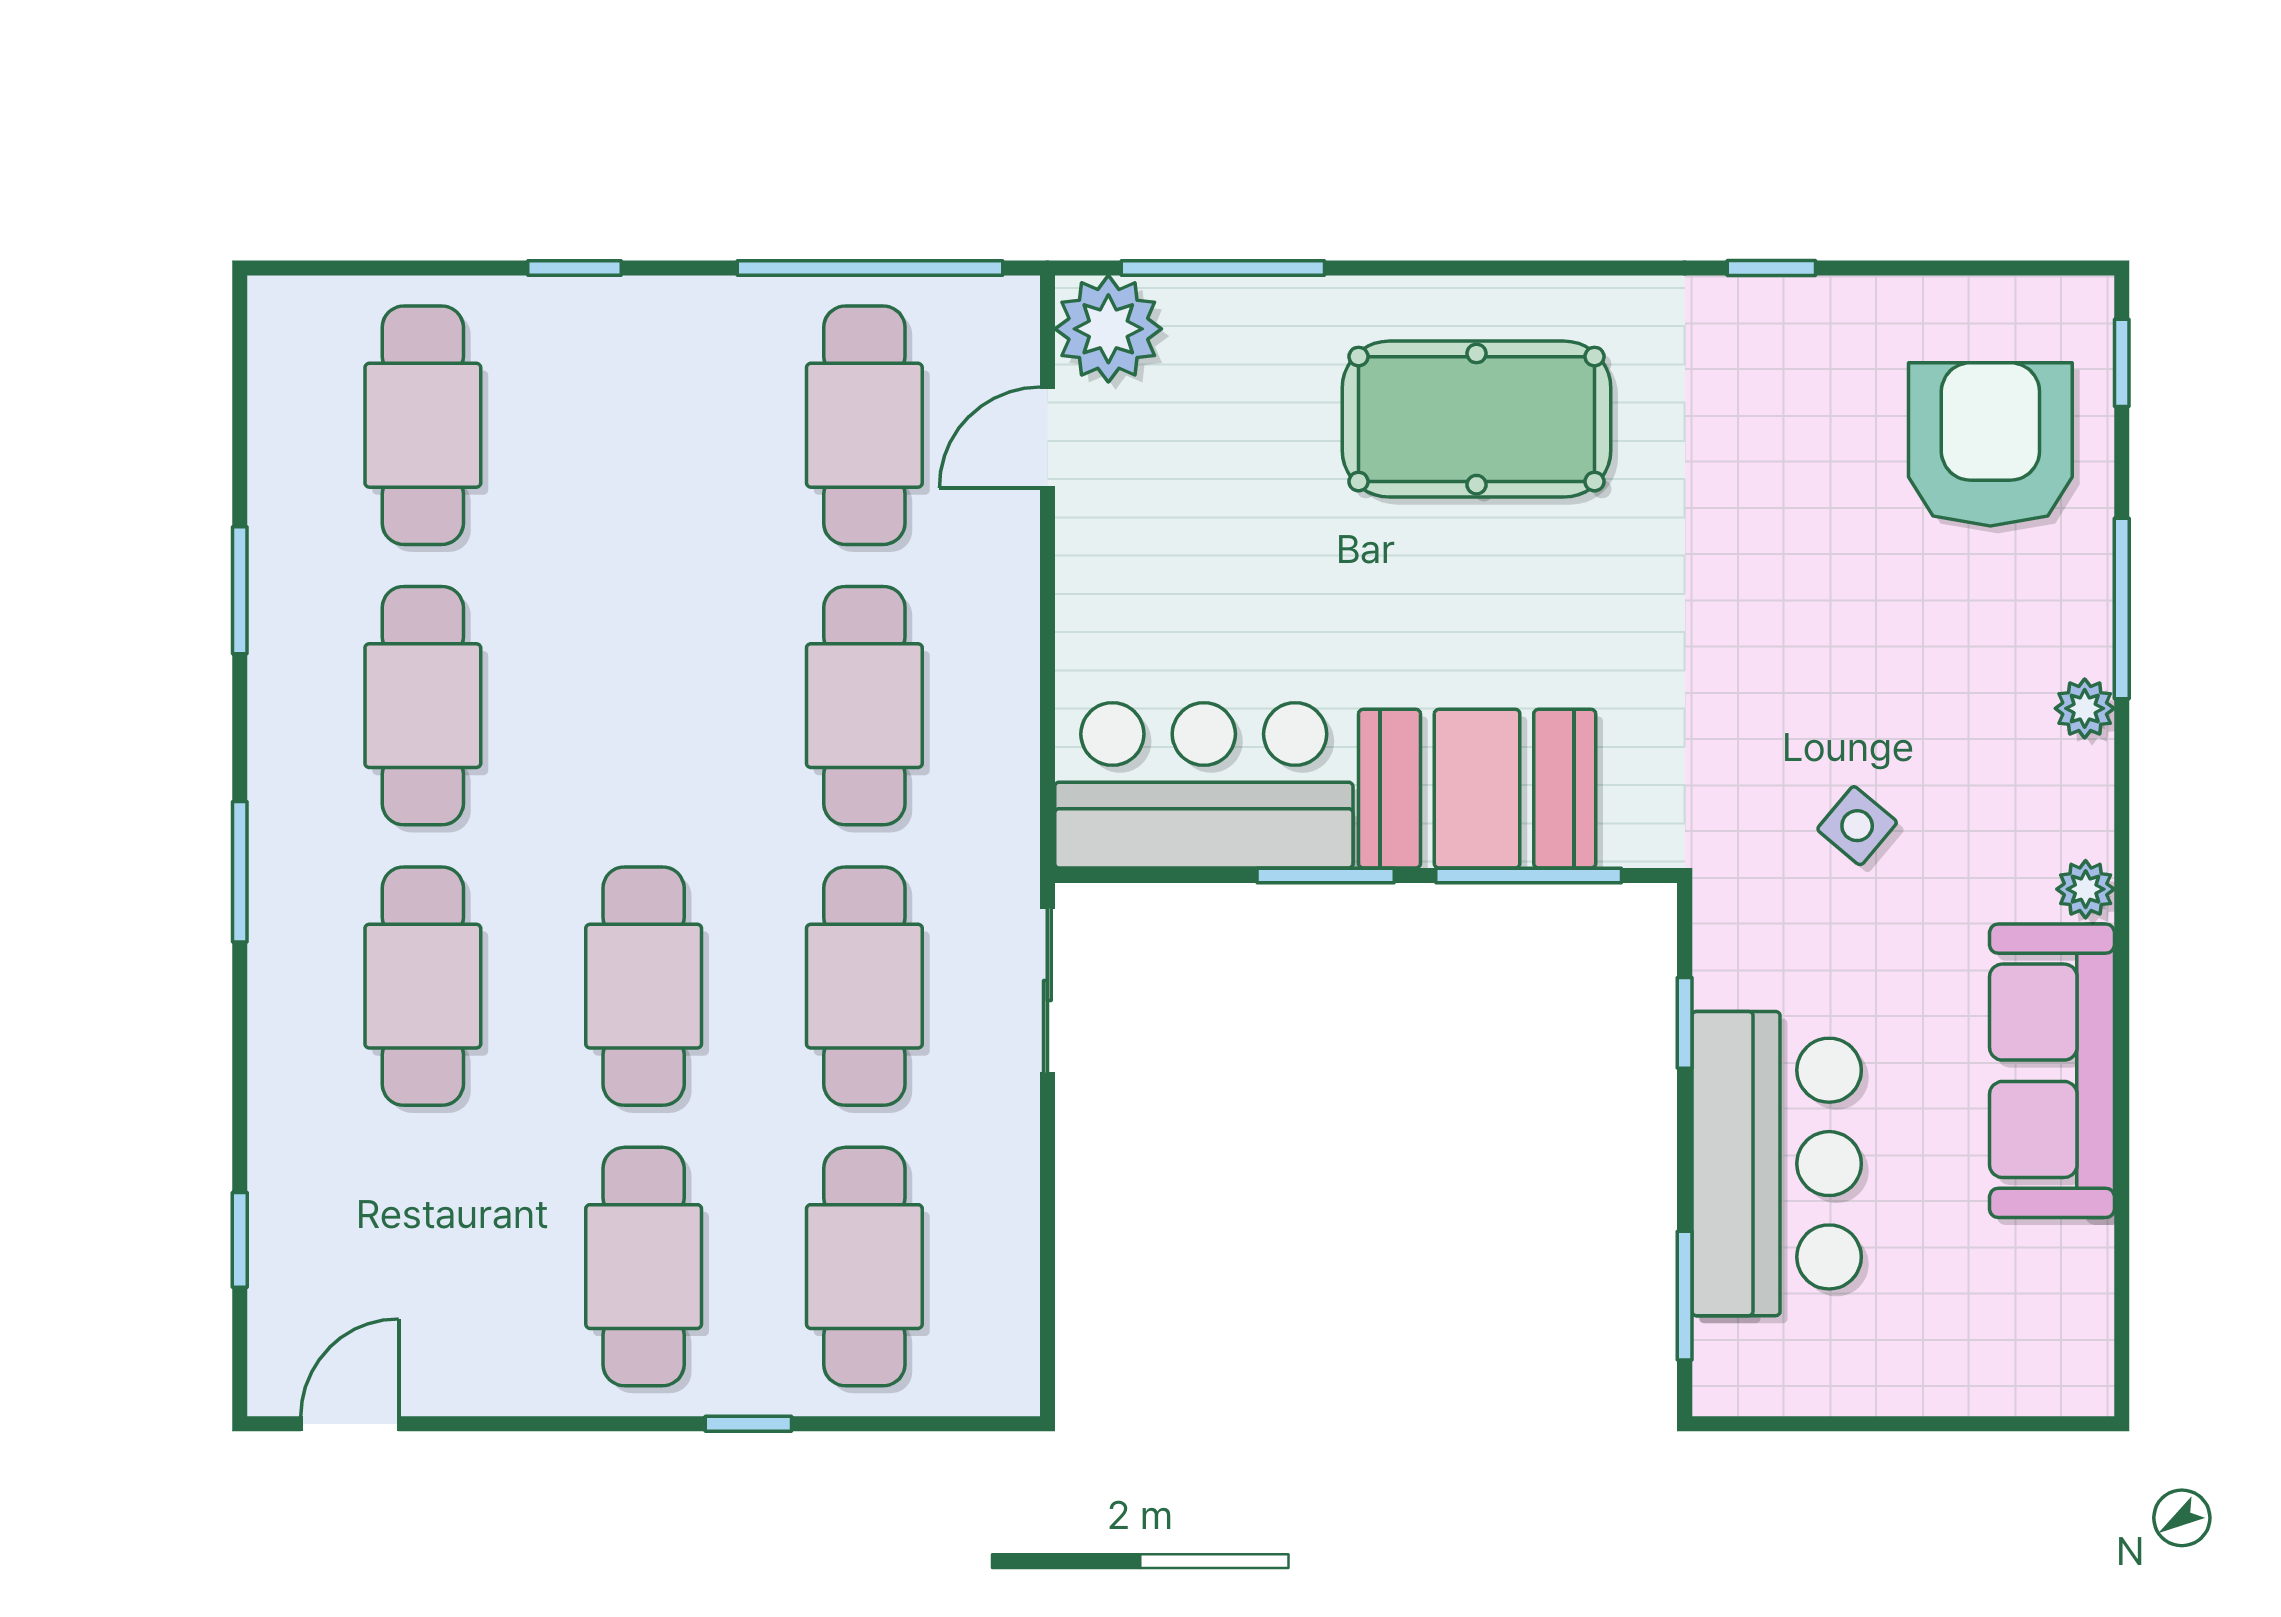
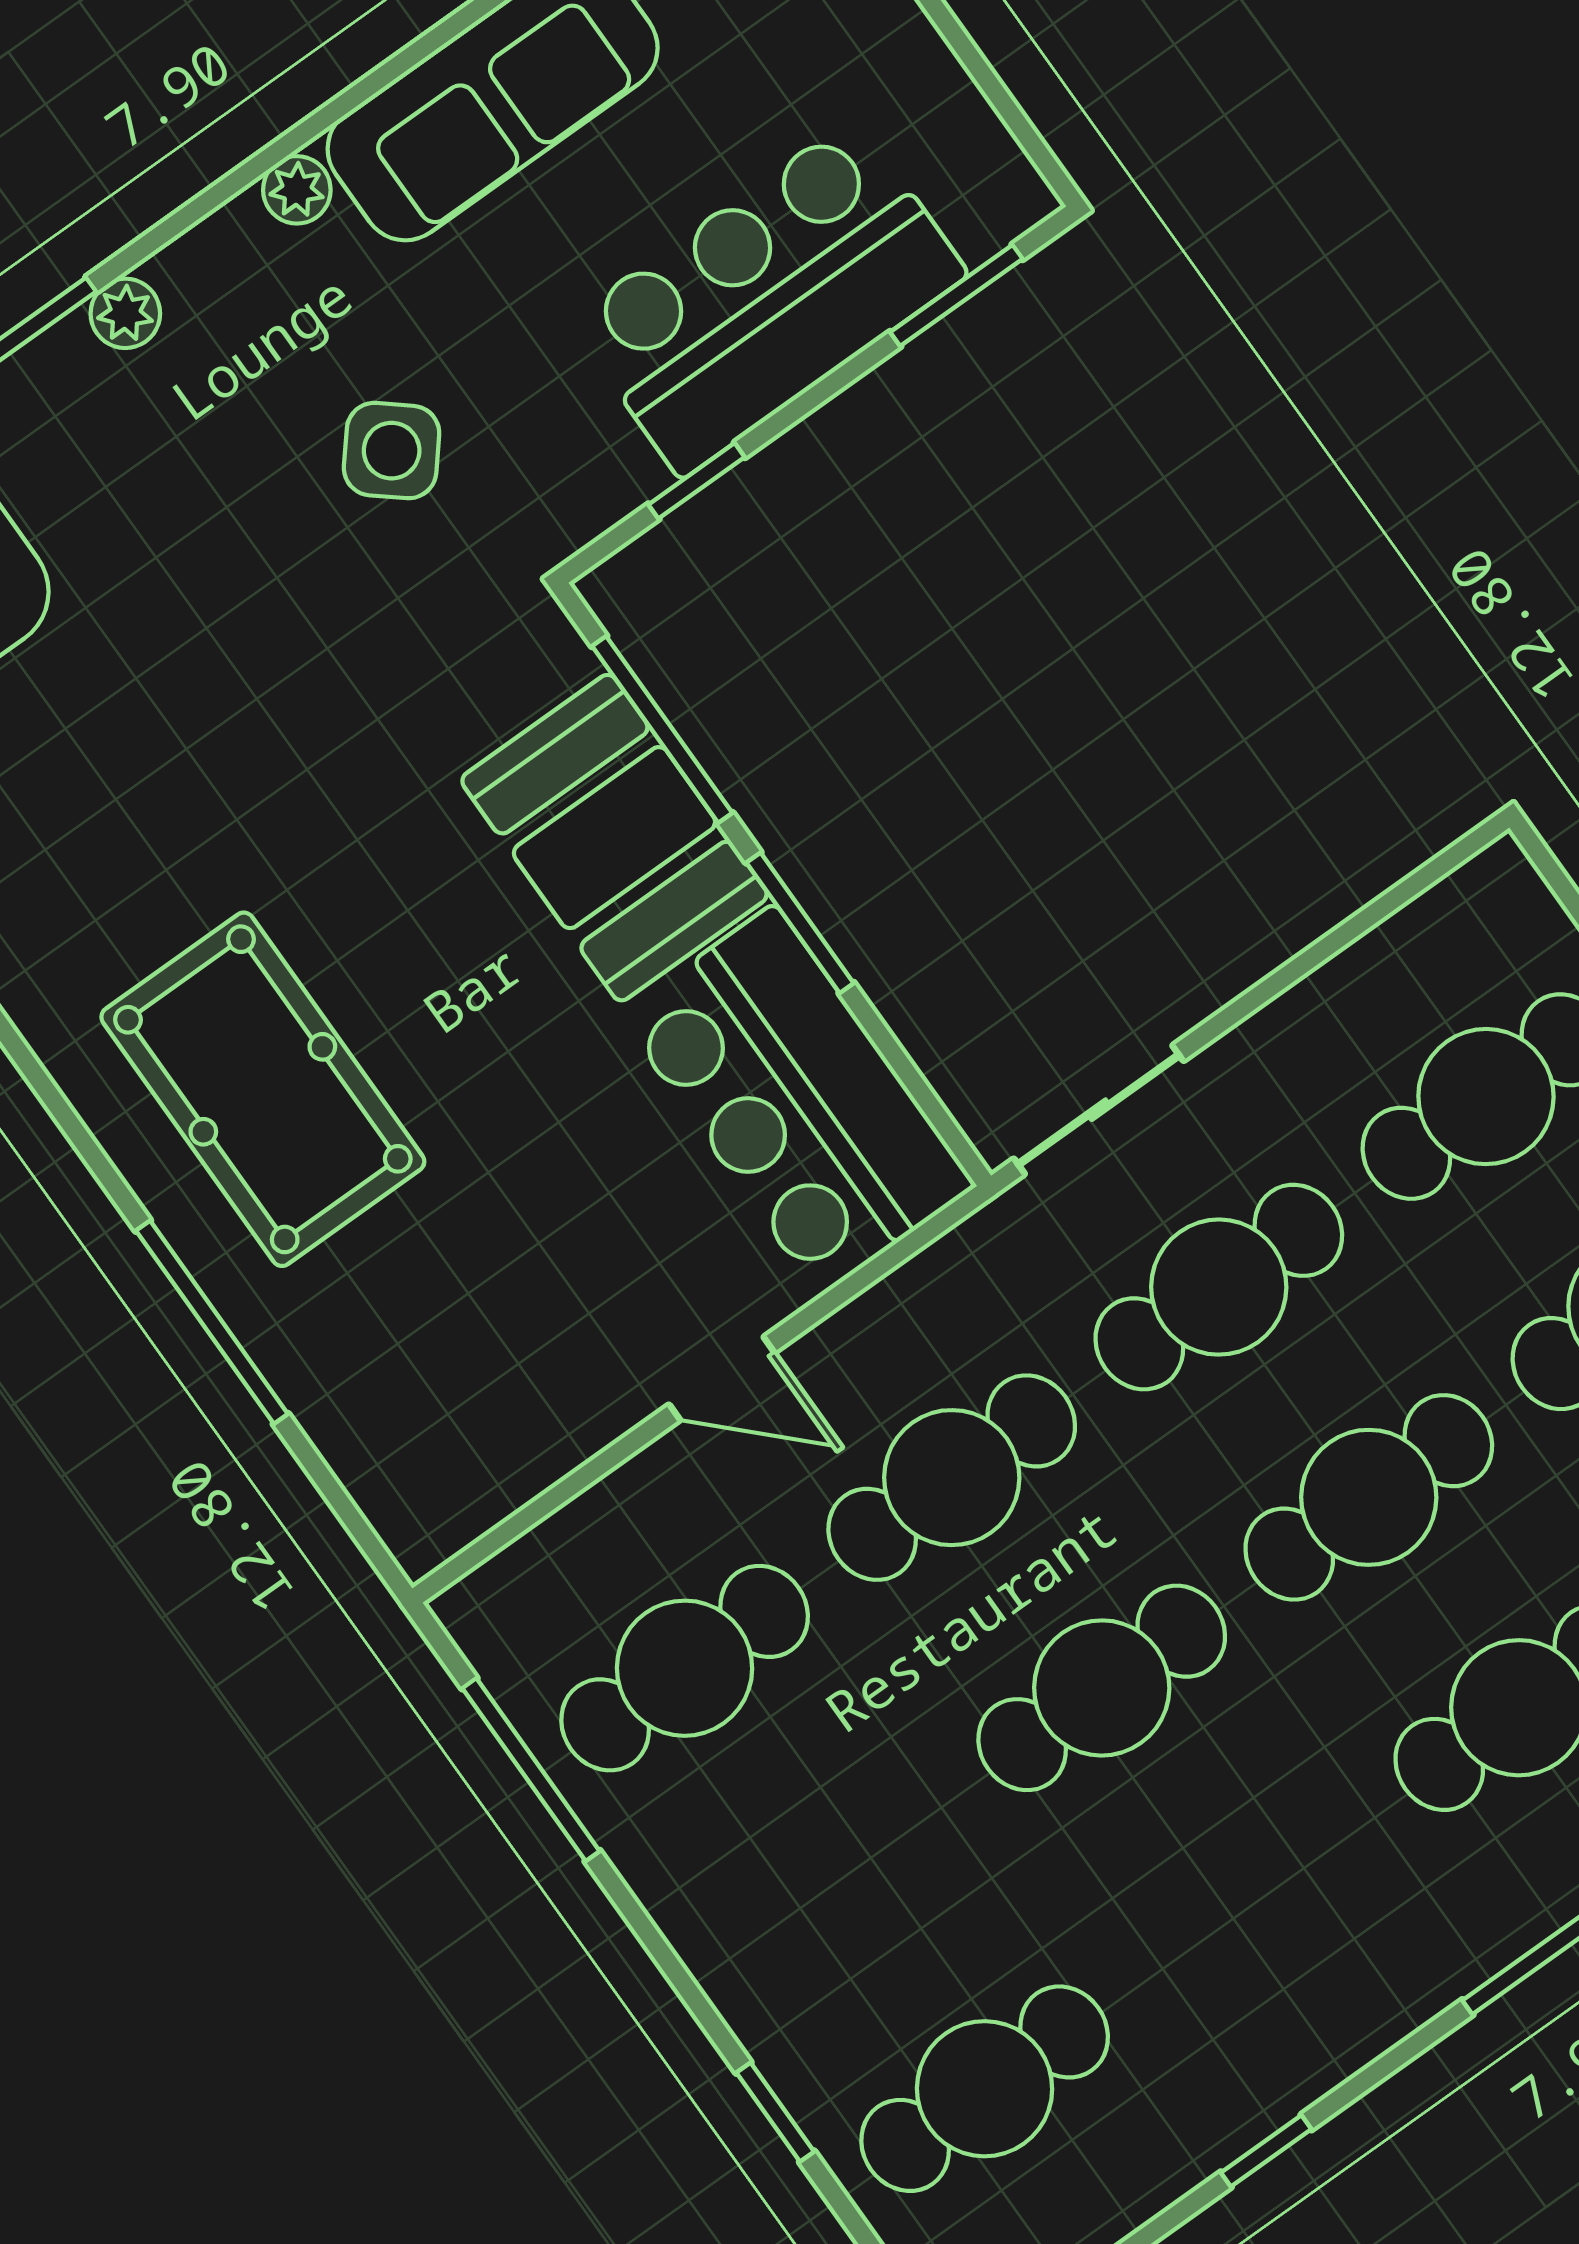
window: (574, 268) -> (775, 2112), moved
window: (870, 268) -> (531, 1770), width x0.68
window: (1223, 268) -> (212, 1322), moved
plant: (1108, 329) -> (427, 1501), removed
door: (1047, 438) -> (722, 1379), moved
window: (240, 590) -> (1266, 2151), width x0.67
cafe table: (423, 706) -> (1102, 1688), moved
side table: (1857, 826) -> (392, 451), width x1.37, depth x1.37

